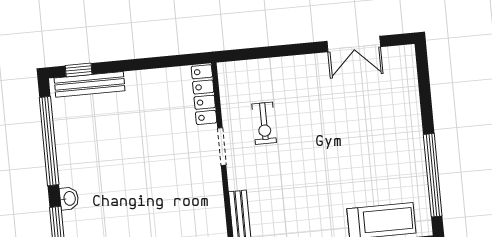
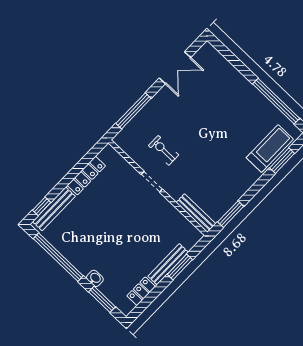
window: (268, 52) -> (133, 111), added
locker: (204, 95) -> (86, 176), moved, turned -90
exercise bike: (264, 123) -> (164, 150), turned 180

